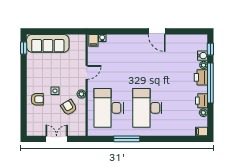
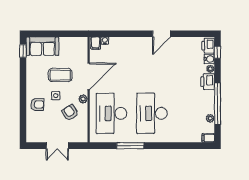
door: (157, 31) -> (162, 34), hinge flipped
sofa: (48, 43) -> (42, 46), width x0.73
coffee table: (59, 71) -> (60, 75), added
door: (87, 72) -> (89, 76), width x1.88
window: (210, 83) -> (217, 104), moved
printer: (201, 101) -> (208, 46), moved
double door: (57, 139) -> (57, 146), swing flipped

